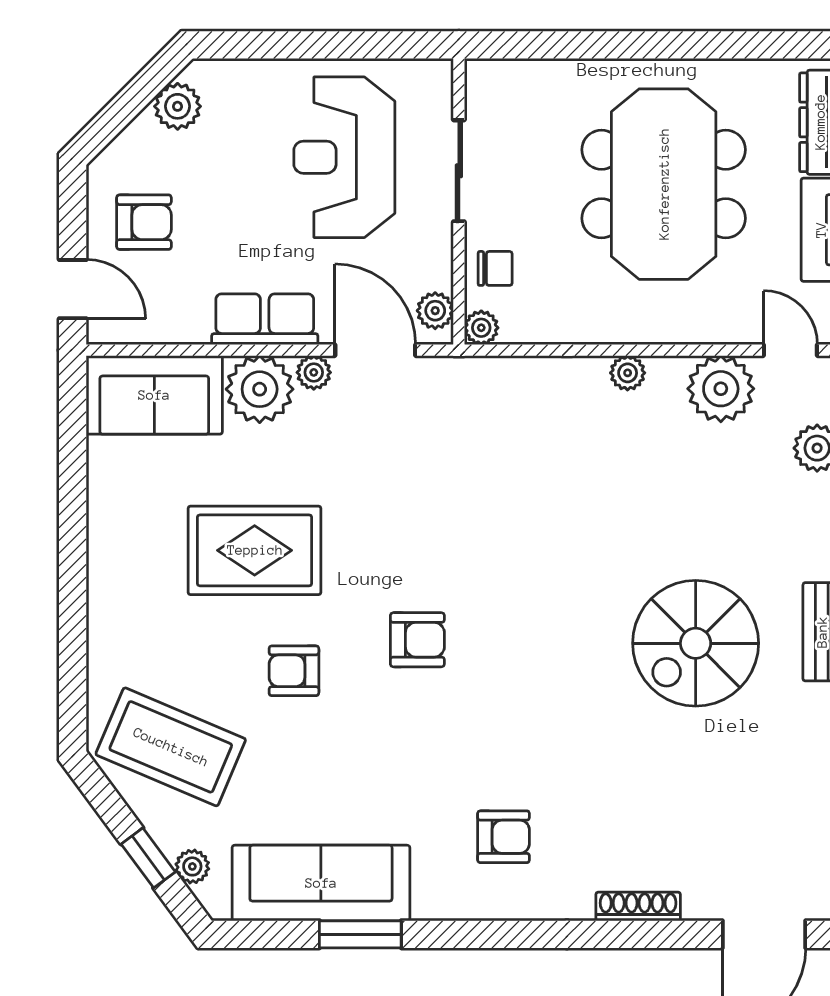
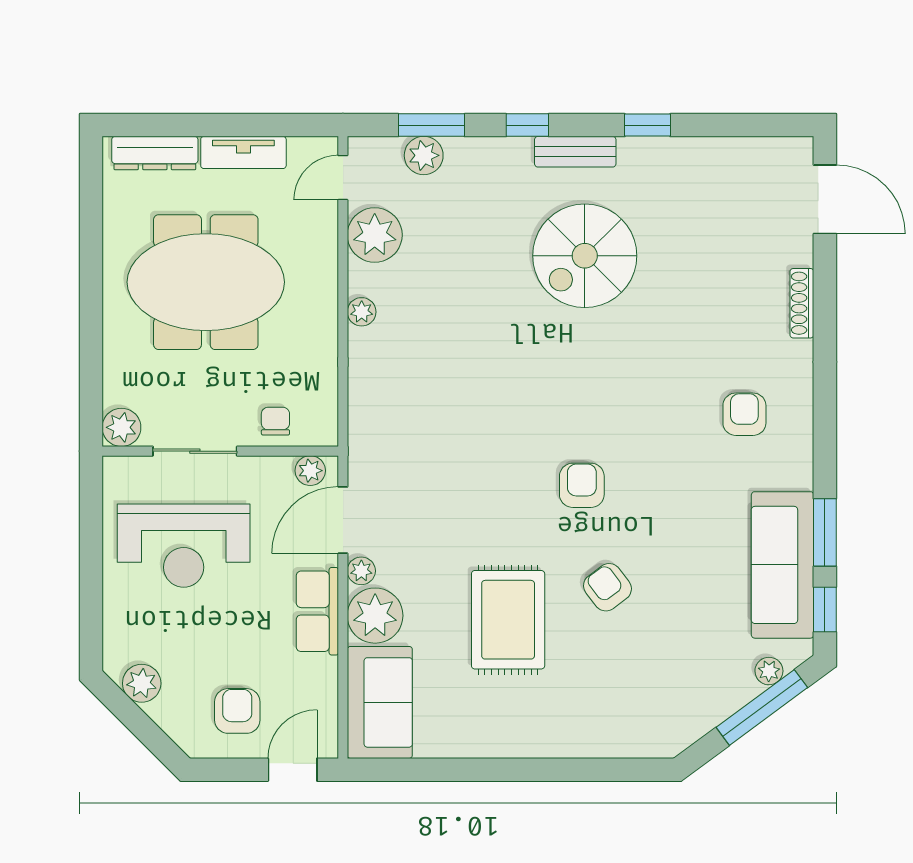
plant: (481, 328) -> (121, 427), moved, width x1.38, depth x1.38
spiral stairs: (696, 643) -> (585, 256), turned 90
armchair: (294, 671) -> (607, 587), turned 143
coffee table: (171, 747) -> (670, 689), removed
window: (148, 858) -> (762, 707), width x2.17
window: (267, 934) -> (825, 610), added

